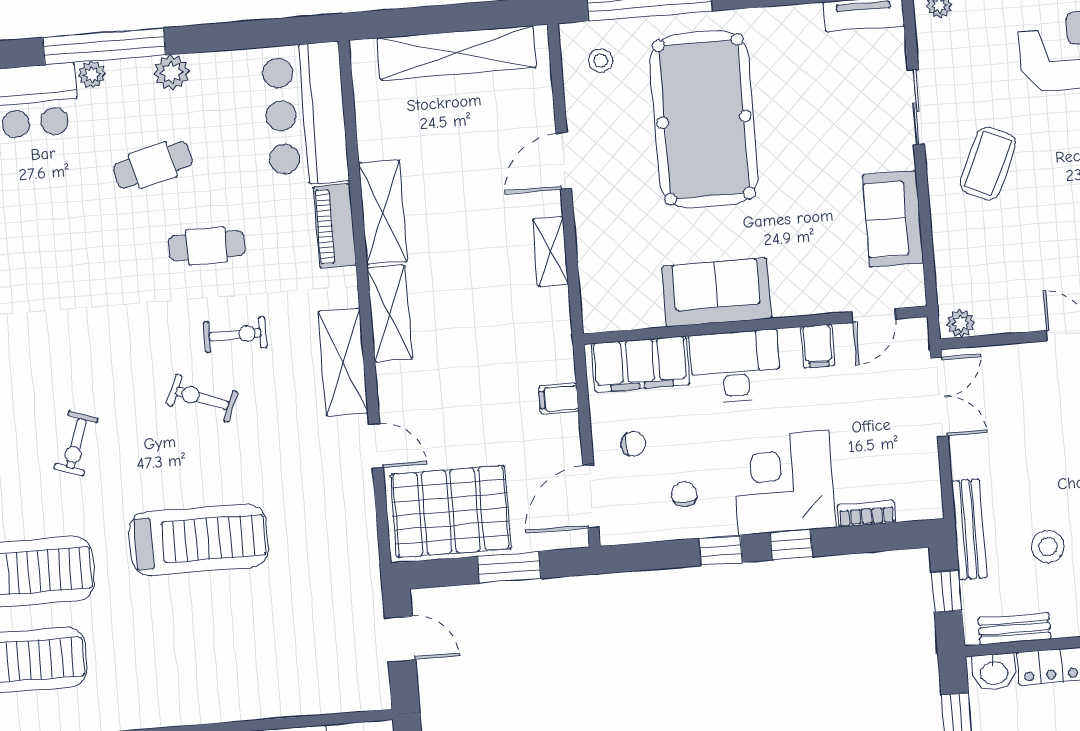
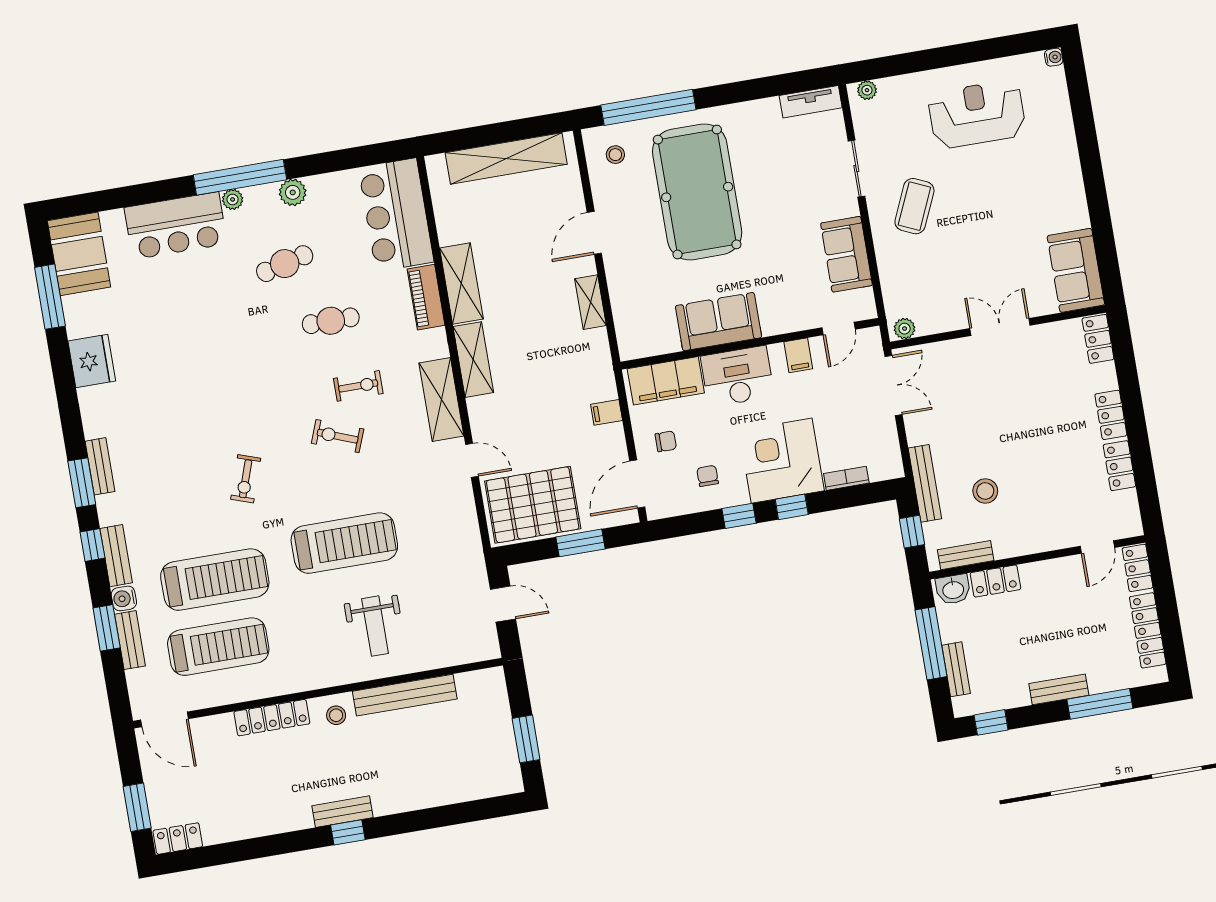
weight bench: (229, 653) -> (375, 626), added

